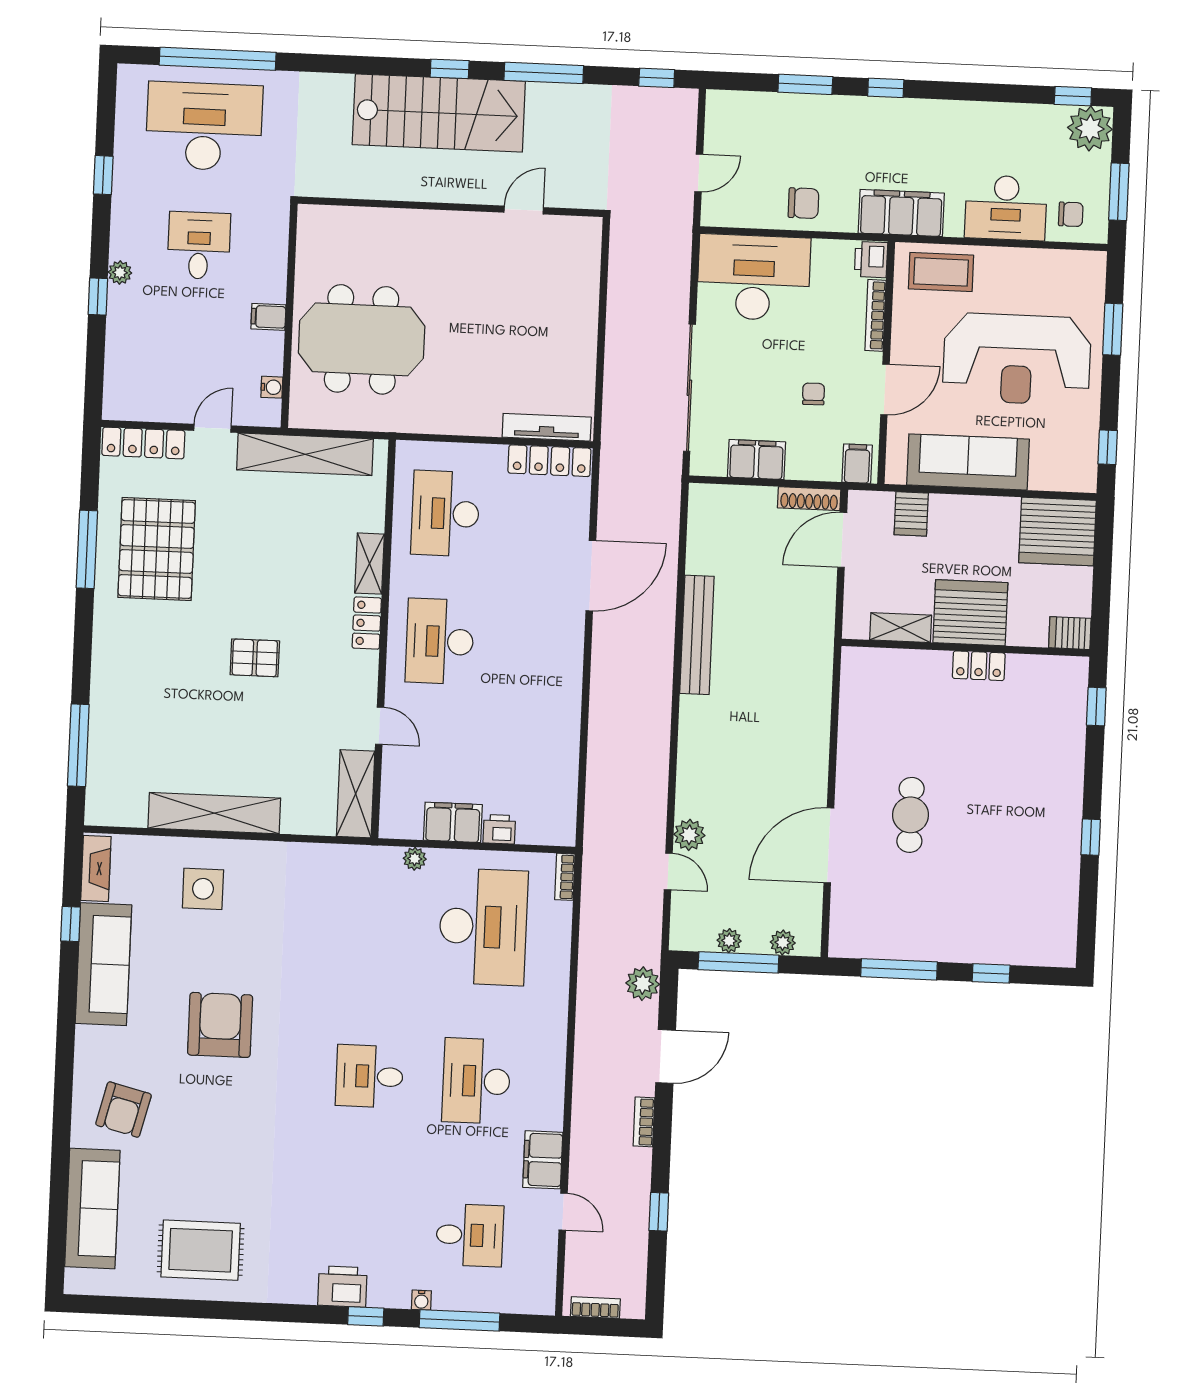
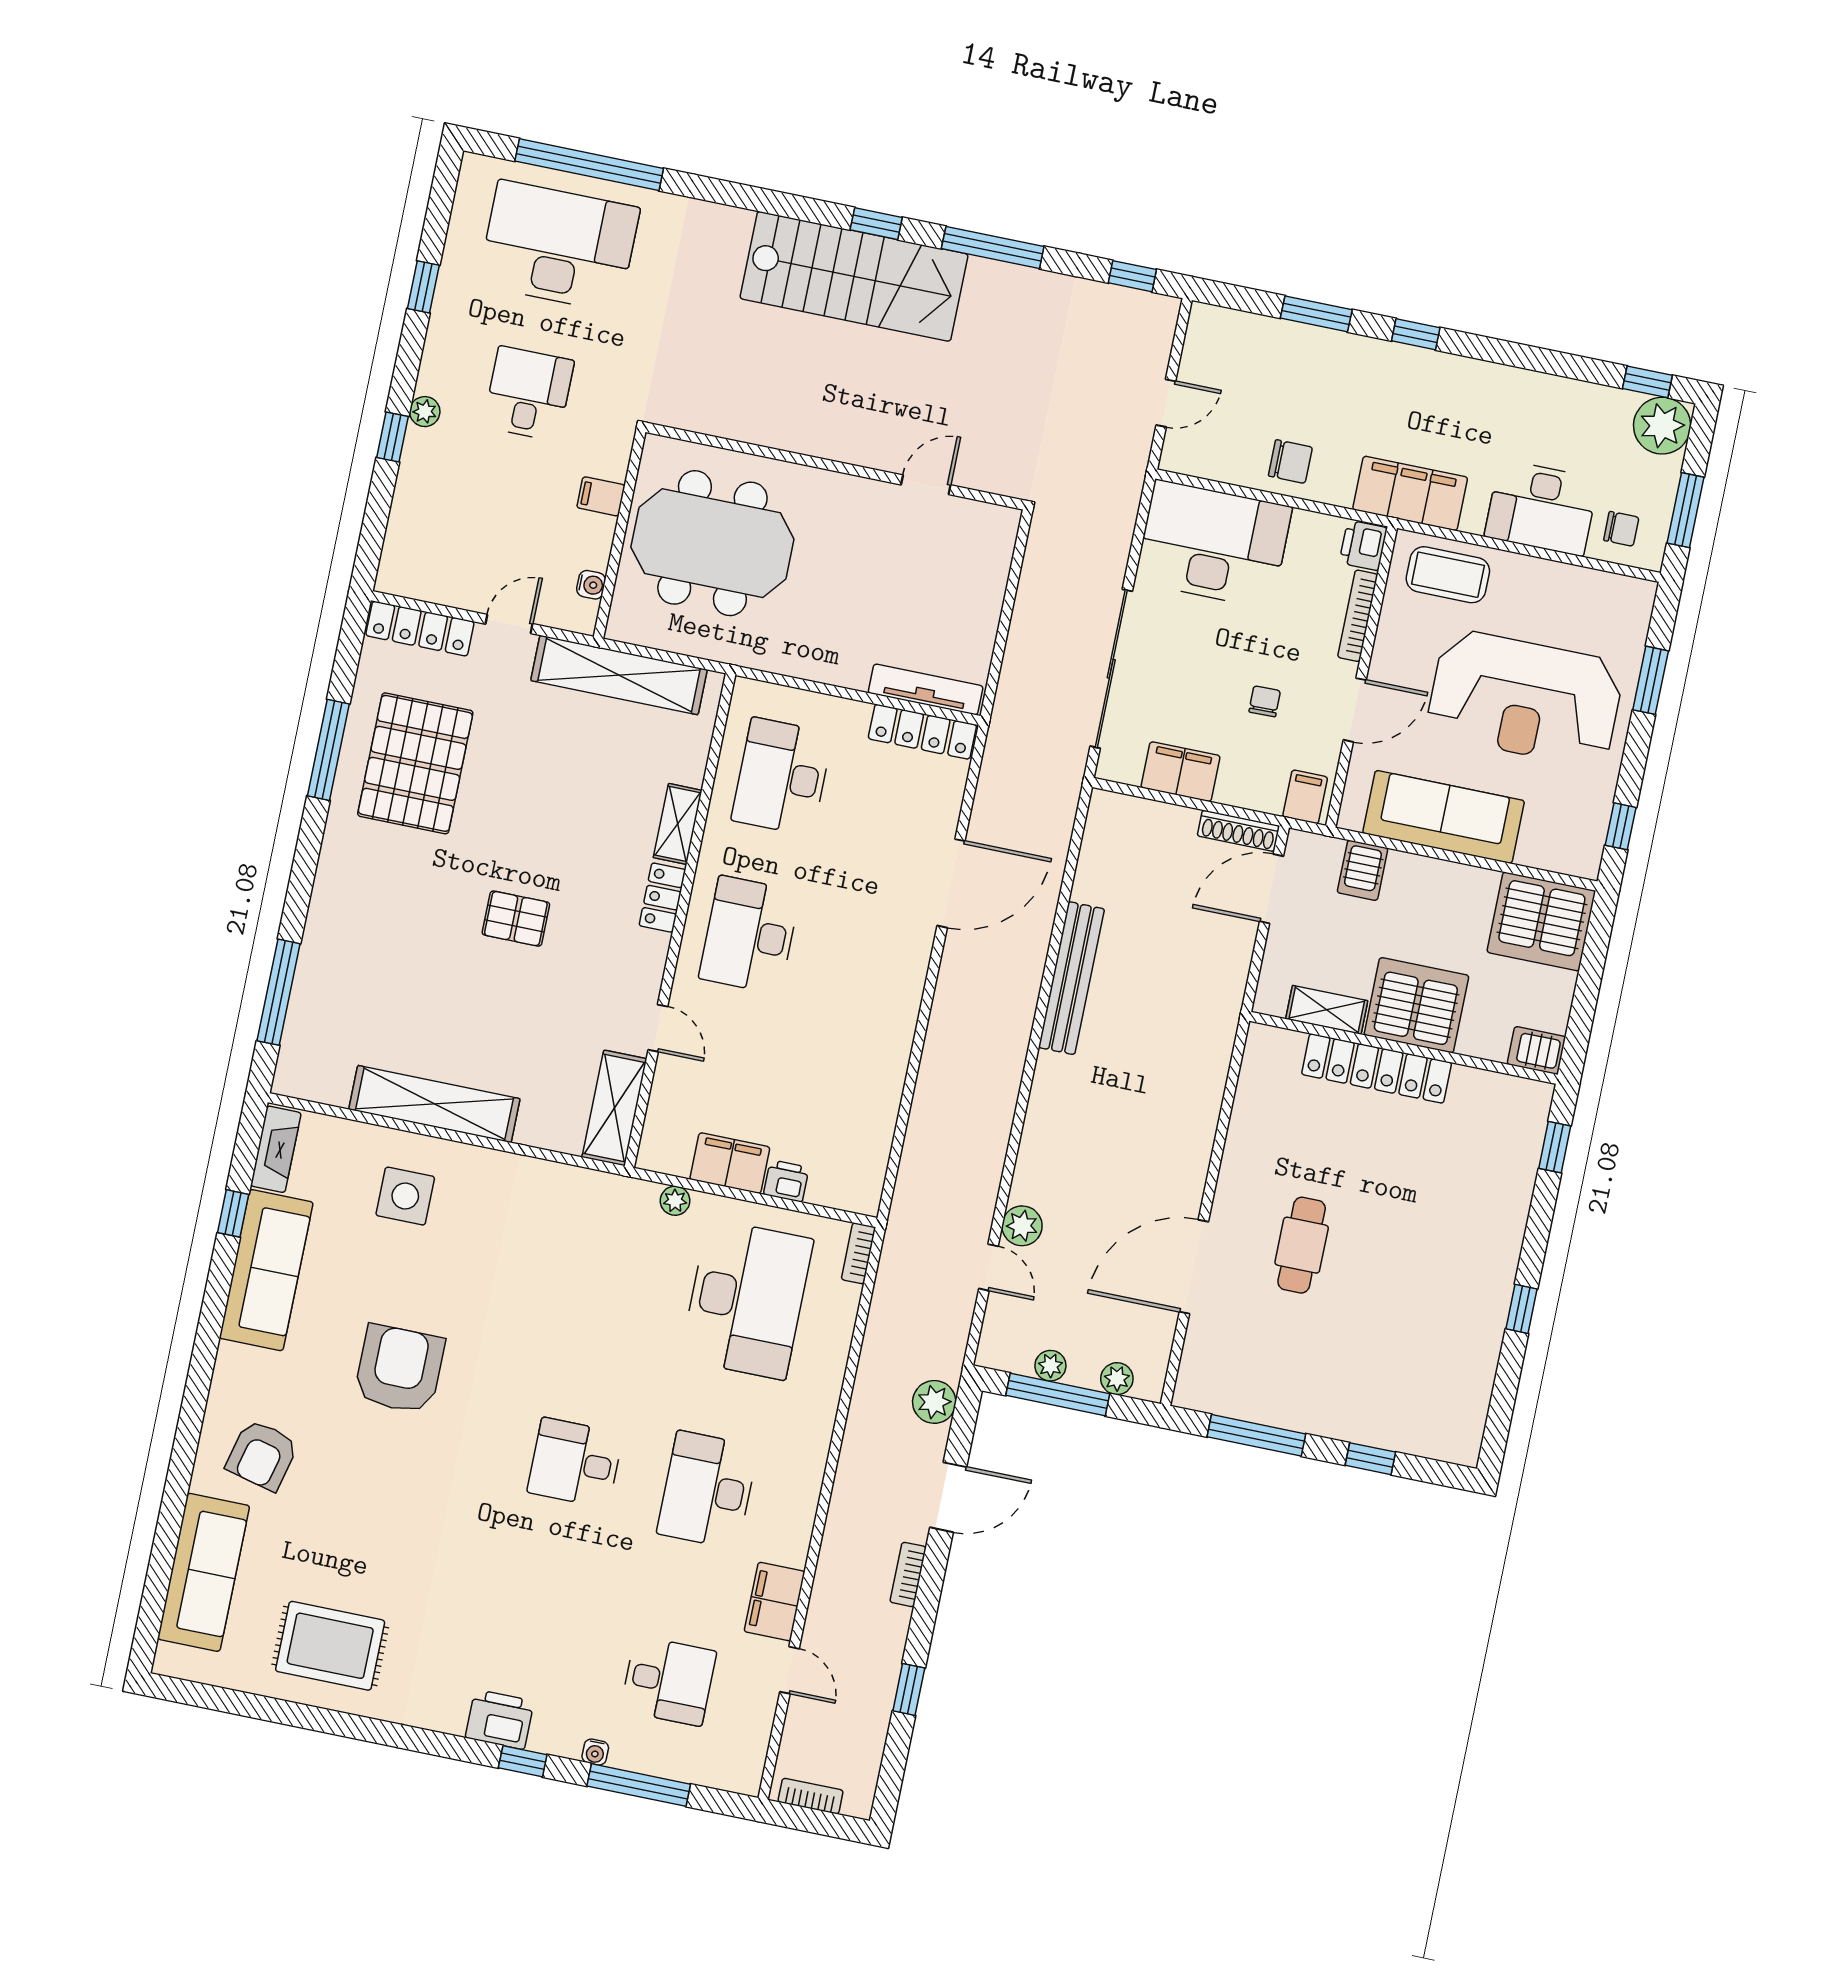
wall: (450, 207) -> (835, 466), moved
door: (524, 210) -> (926, 485), moved
locker: (979, 666) -> (1377, 1068), width x2.16, depth x1.21

